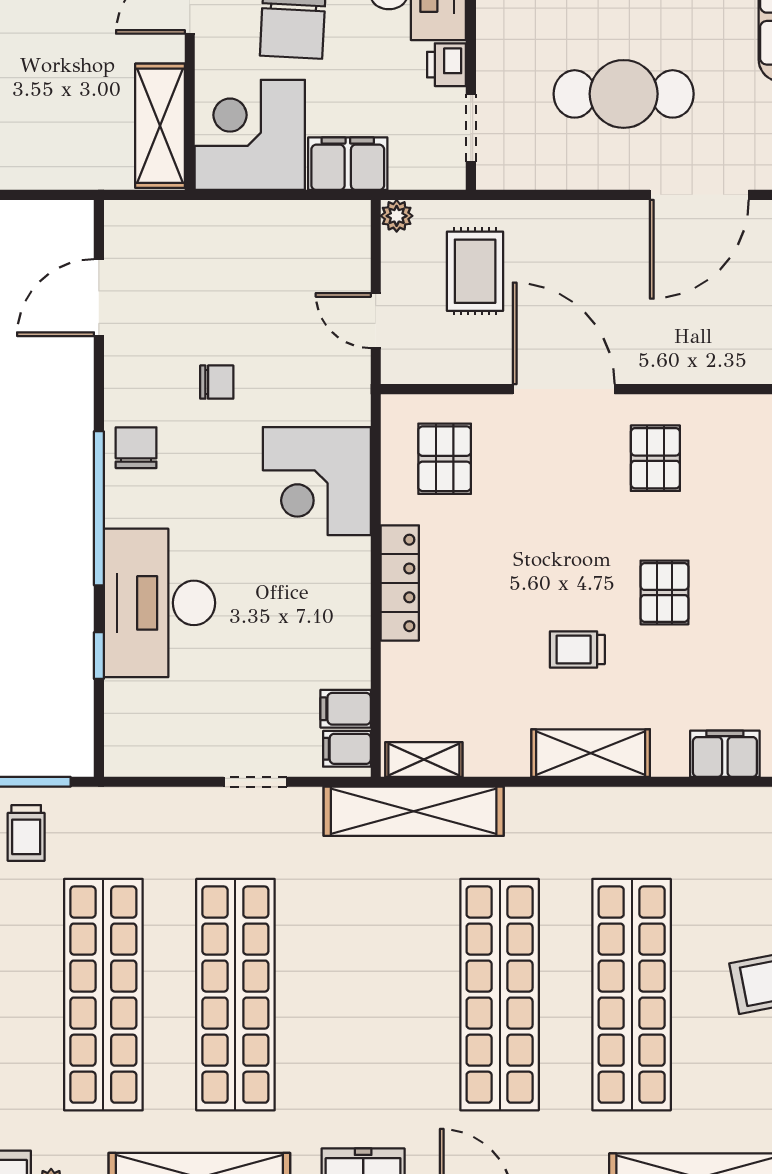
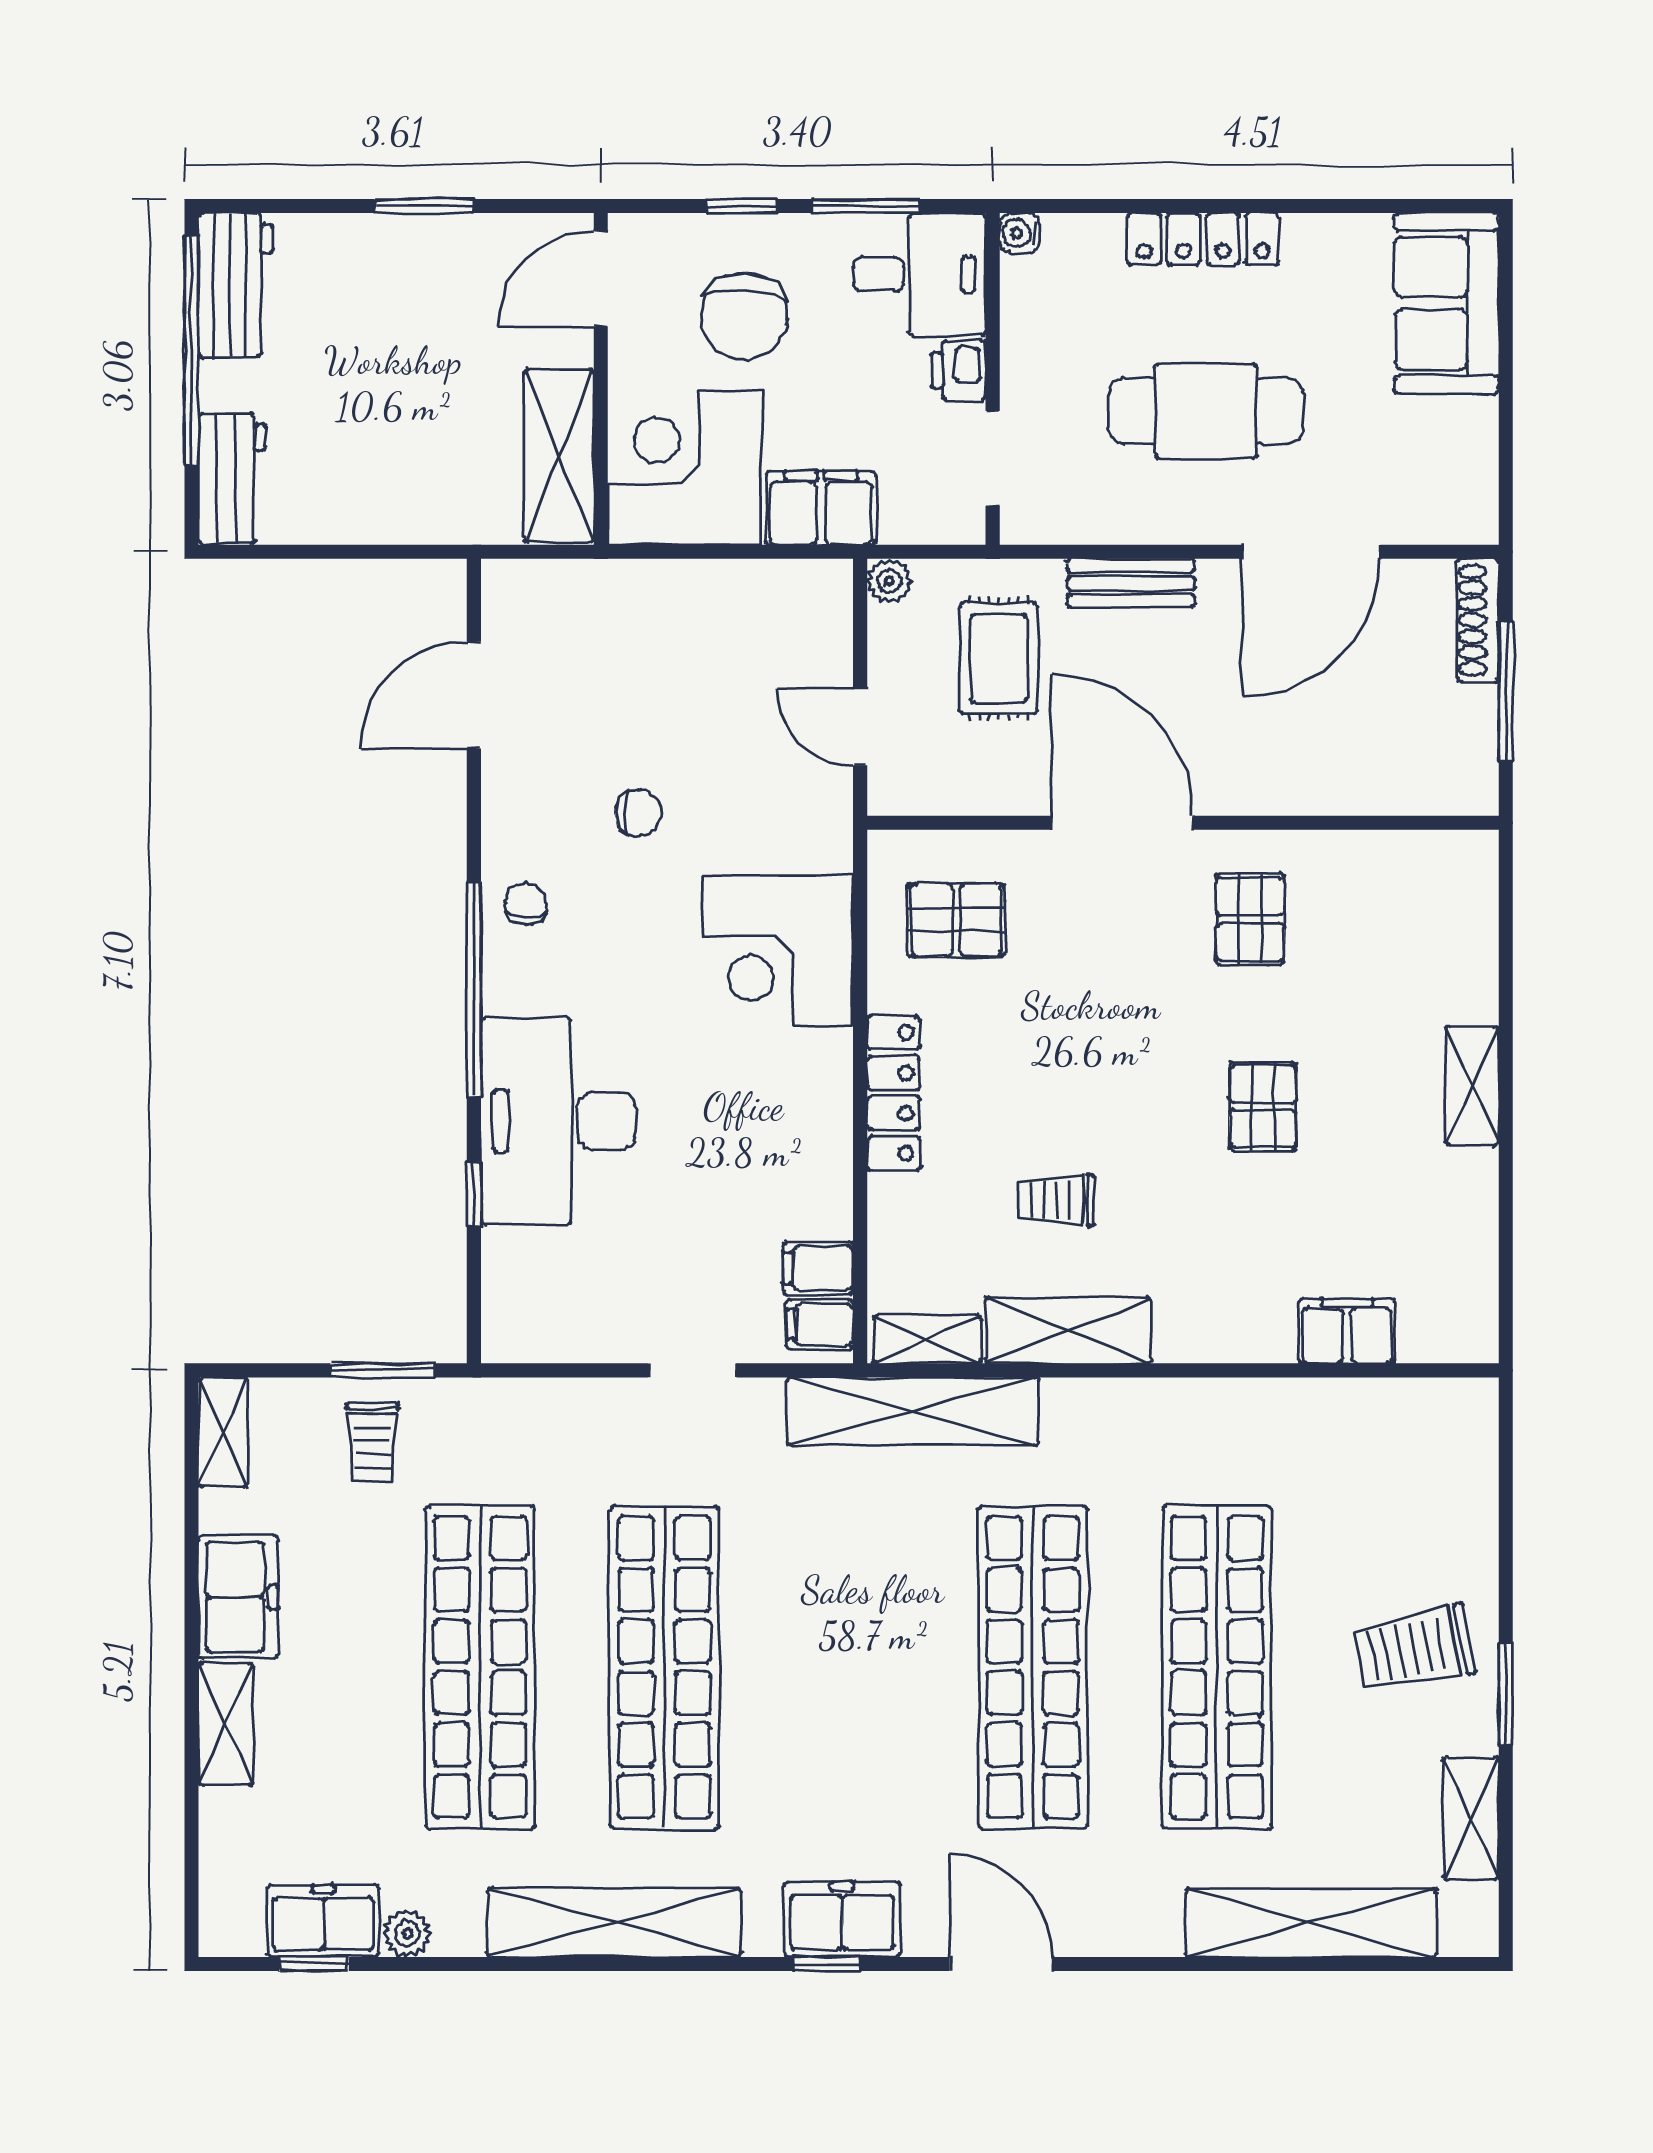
bench: (570, 217) -> (1131, 583), added
chair: (136, 448) -> (526, 904), width x0.73, depth x0.73
pallet: (445, 459) -> (956, 920), turned 90
trolley: (577, 650) -> (1056, 1200), moved
shelving: (591, 753) -> (1068, 1330), moved

